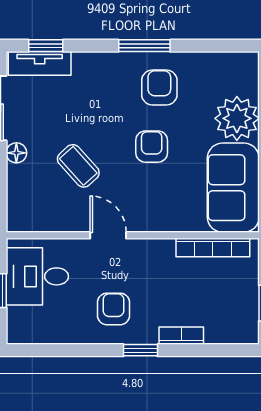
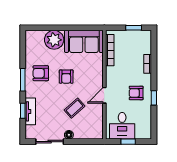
window: (46, 46) -> (23, 111), moved
tv unit: (40, 63) -> (30, 111), moved
armchair: (152, 147) -> (66, 77), turned -90
window: (141, 350) -> (154, 98), moved

